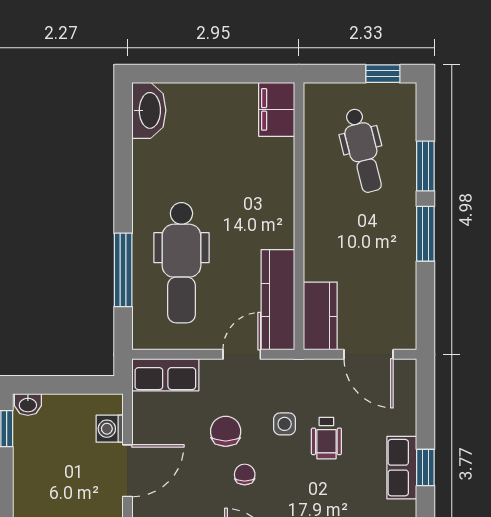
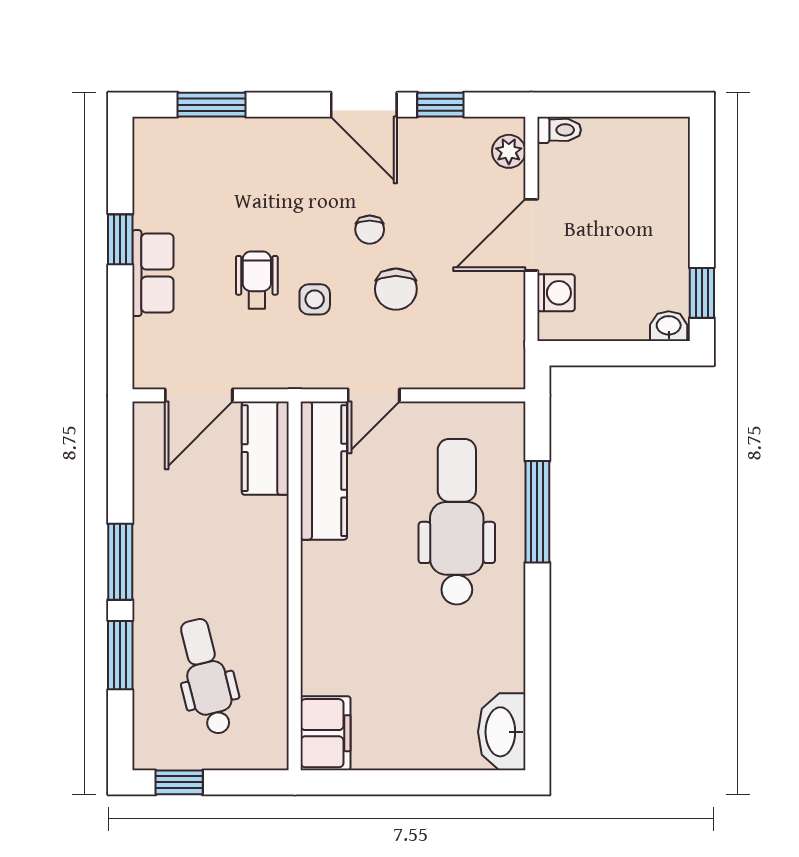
door: (369, 354) -> (199, 395), swing flipped
row of seats: (165, 375) -> (479, 367), removed
row of seats: (402, 468) -> (153, 273), moved

